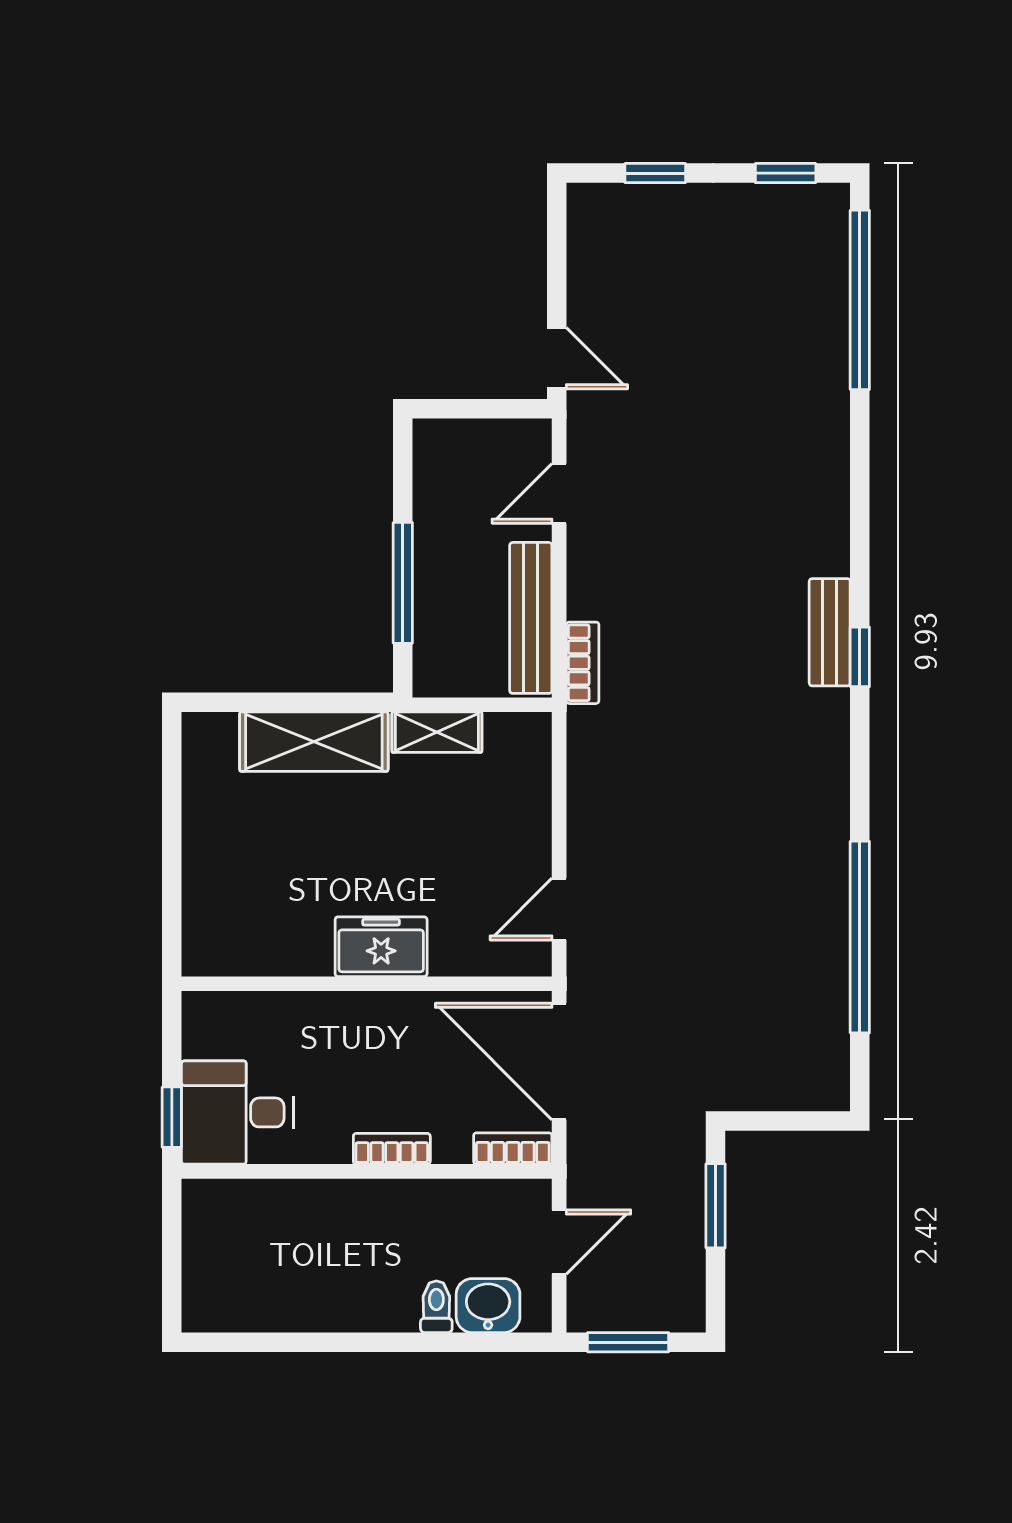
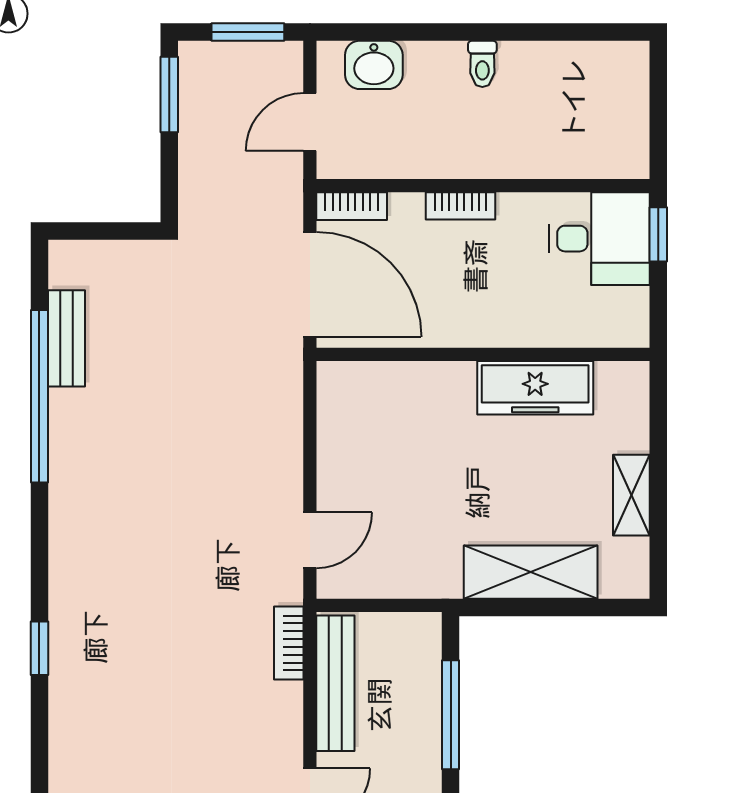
bench: (830, 632) -> (67, 338), moved
shelving: (437, 732) -> (631, 495), moved, turned 90
door: (559, 909) -> (310, 540), moved
freezer: (381, 947) -> (535, 388), moved, width x1.40
window: (716, 1206) -> (169, 94), moved
toilet: (436, 1307) -> (482, 64), moved

